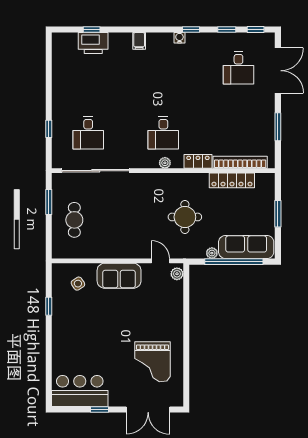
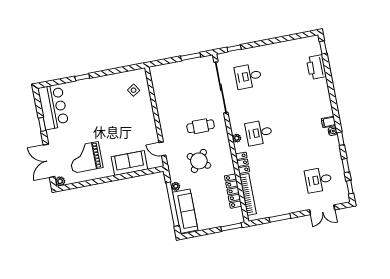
window: (92, 29) -> (323, 47), moved
filing cabinet: (139, 41) -> (329, 122), moved
double door: (278, 71) -> (322, 210), width x0.73
window: (49, 129) -> (234, 48), moved
window: (278, 214) -> (231, 227), moved
round table: (185, 217) -> (199, 161), turned 38
cafe table: (74, 220) -> (201, 126), moved
door: (161, 261) -> (162, 149), swing flipped
plant: (177, 274) -> (60, 181), moved
sofa: (119, 276) -> (129, 163), moved, turned 90
window: (49, 306) -> (82, 77), moved

